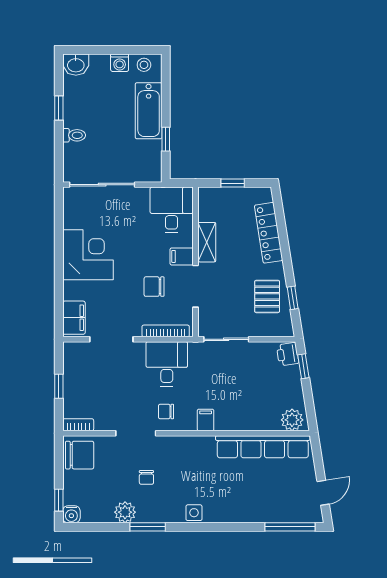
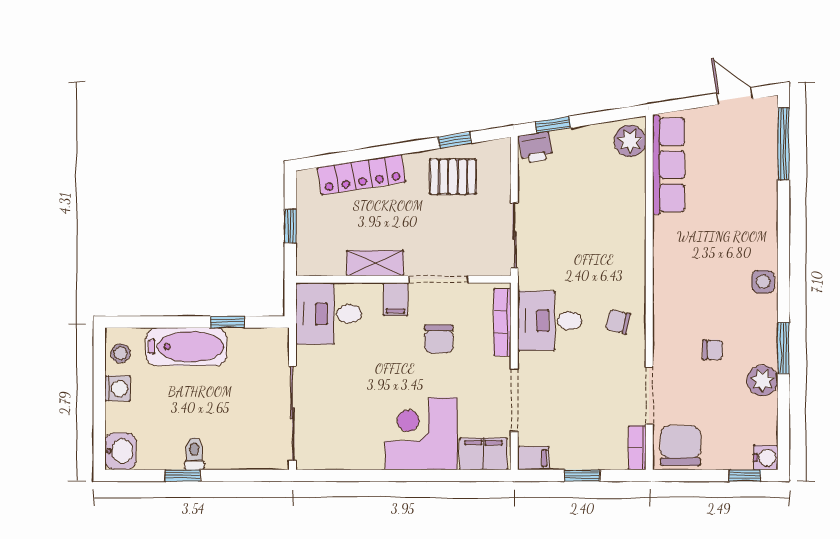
toilet: (74, 135) -> (194, 454), moved
corner desk: (88, 255) -> (421, 434), moved
chair: (166, 411) -> (618, 322), turned 103
filing cabinet: (206, 420) -> (533, 458), moved, turned 180
doorway: (136, 433) -> (649, 396), moved
row of seats: (263, 447) -> (669, 165), width x0.73

